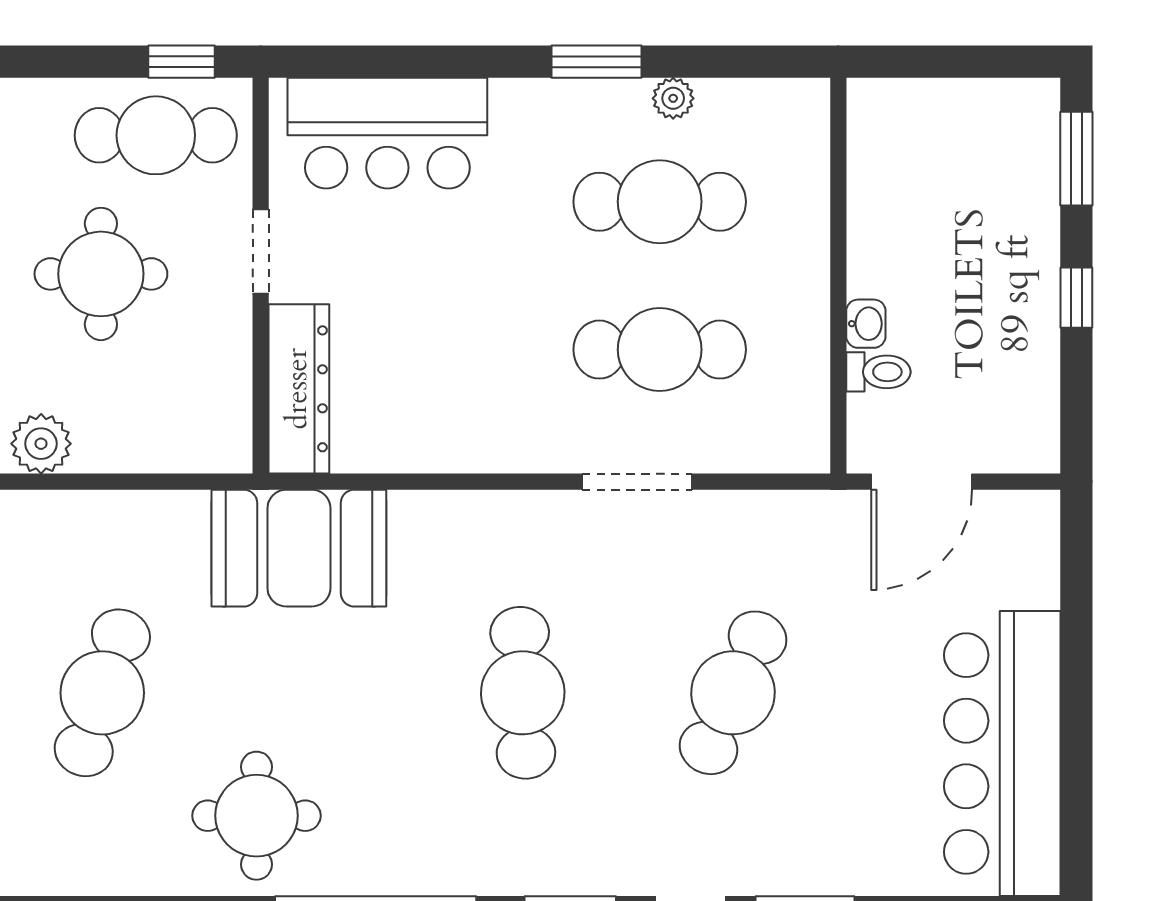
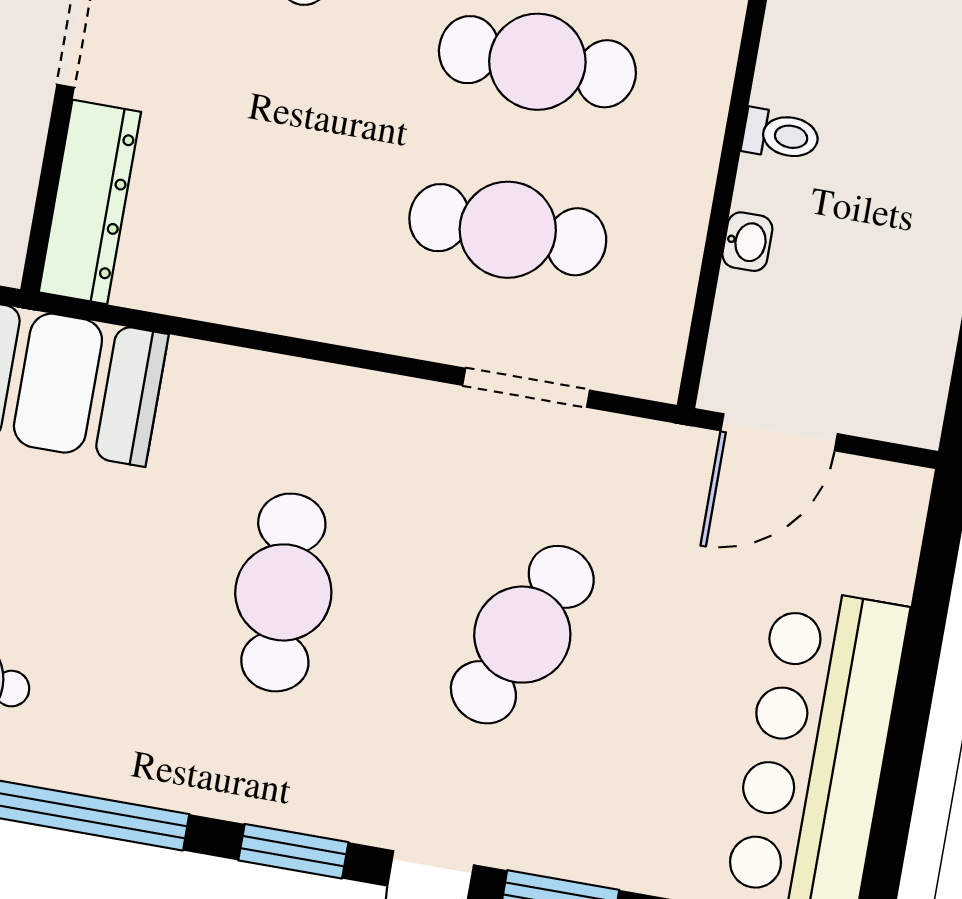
toilet: (878, 372) -> (781, 135), moved
doorway: (637, 482) -> (526, 388), moved

